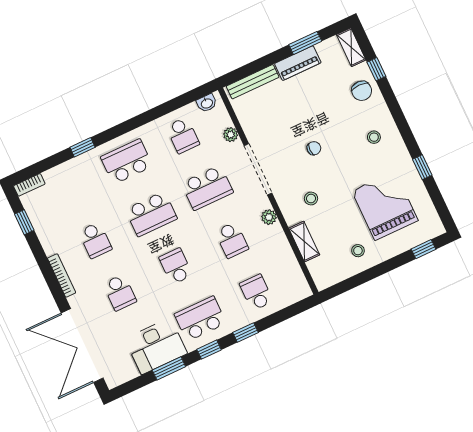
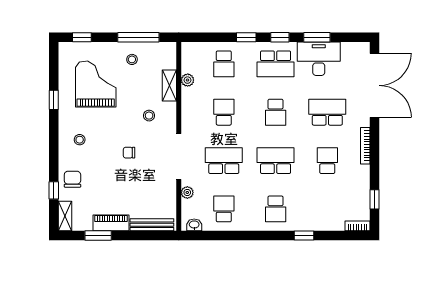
school desk: (127, 162) -> (276, 209), width x0.54
grand piano: (385, 206) -> (96, 84), turned 180
plant: (269, 217) -> (188, 80), moved
window: (362, 278) -> (138, 37), added
school desk: (120, 293) -> (327, 112), width x1.85

